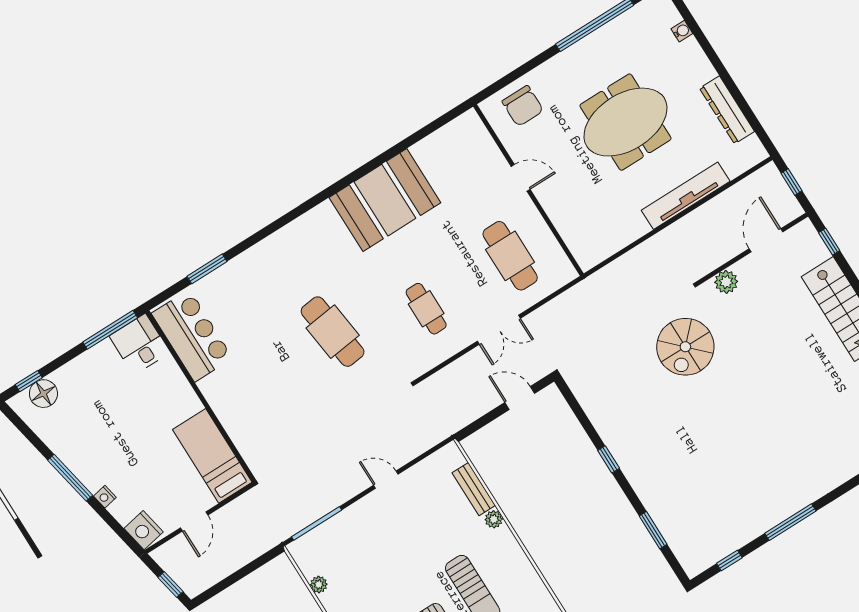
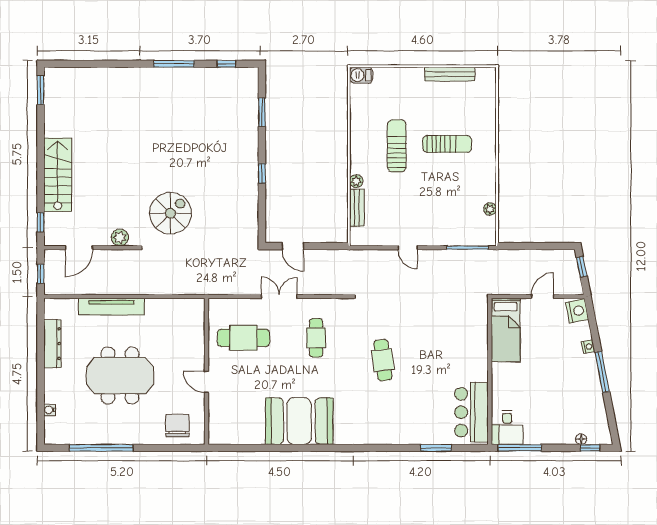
cafe table: (510, 256) -> (243, 338), turned 90
cafe table: (333, 332) -> (383, 360), width x0.73, depth x0.74
floor lamp: (43, 394) -> (581, 439), width x0.53, depth x0.53

